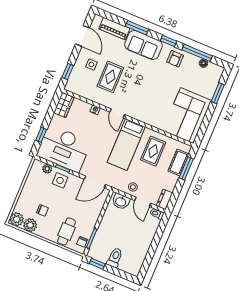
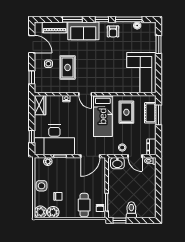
side table: (60, 180) -> (42, 186), moved

